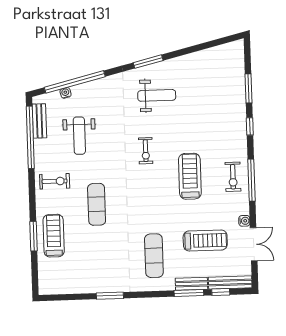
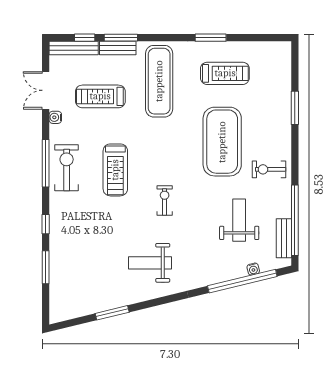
window: (148, 62) -> (112, 313), moved
exercise bike: (233, 177) -> (67, 168), width x1.38, depth x1.39
exercise mat: (97, 204) -> (222, 142), width x2.00, depth x1.45
treadmill: (54, 236) -> (225, 73), moved, turned -90
exercise mat: (154, 256) -> (159, 81), width x1.36, depth x1.45

